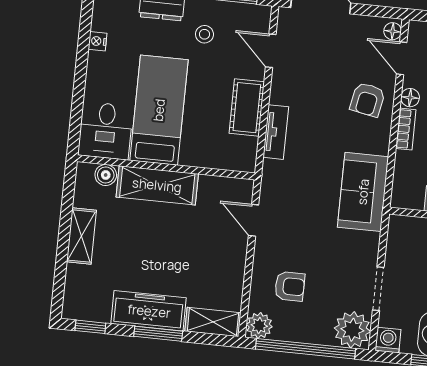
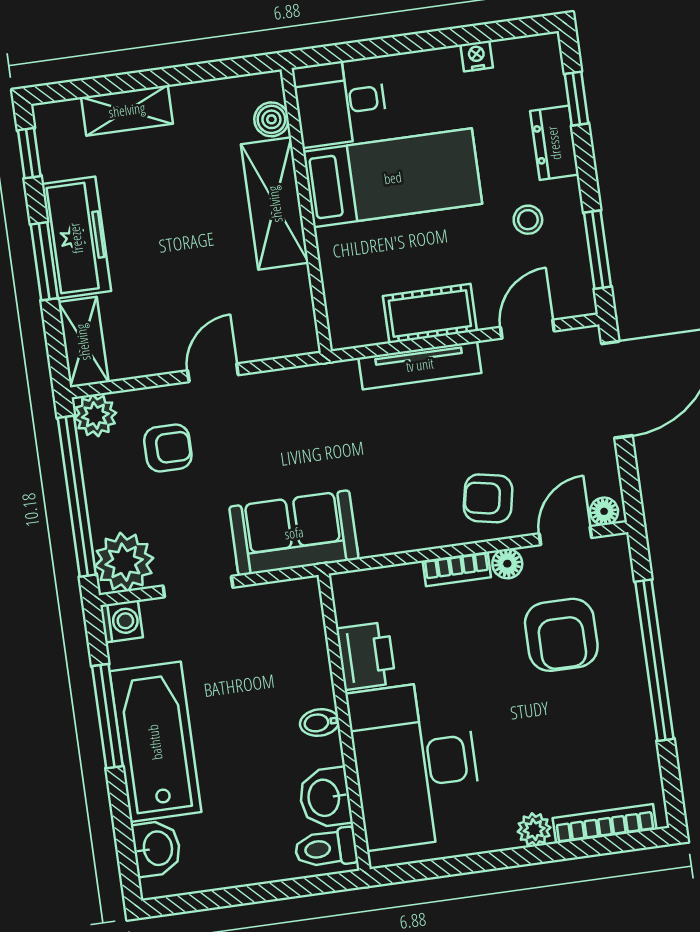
tv unit: (276, 132) -> (420, 365), width x1.41
sofa: (363, 192) -> (294, 533), moved
door: (254, 220) -> (213, 373), moved
shelving: (82, 236) -> (127, 110), moved
armchair: (290, 286) -> (168, 448), turned -90

